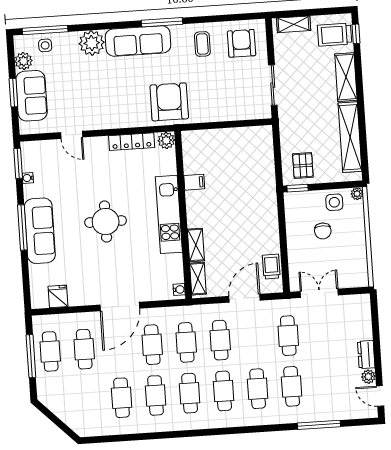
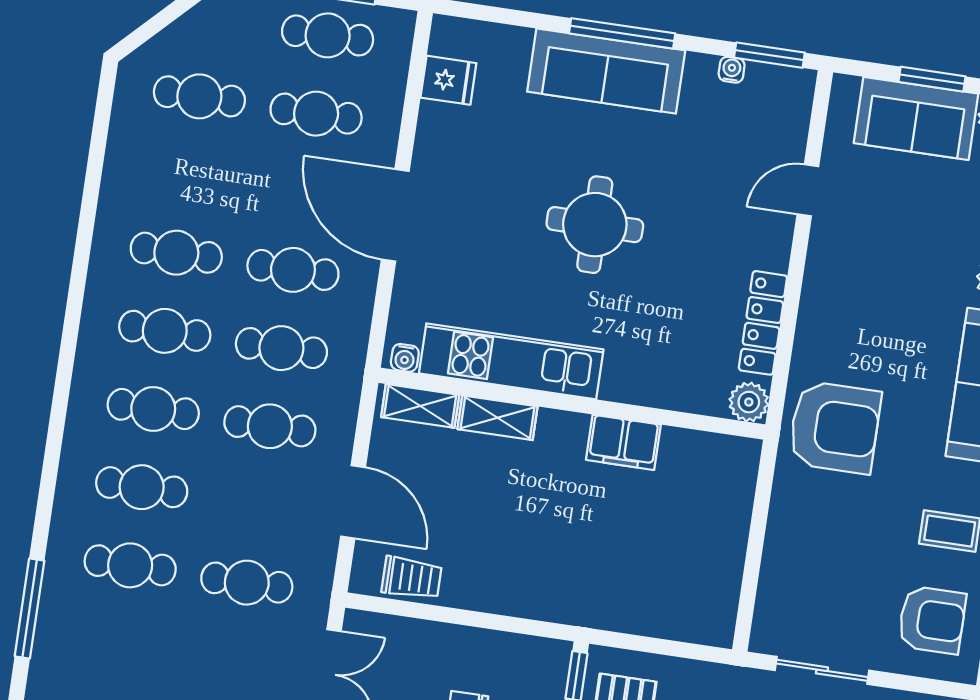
filing cabinet: (194, 182) -> (623, 442), width x2.00
kitchen unit: (169, 214) -> (511, 361), moved
cafe table: (122, 398) -> (199, 96), moved

